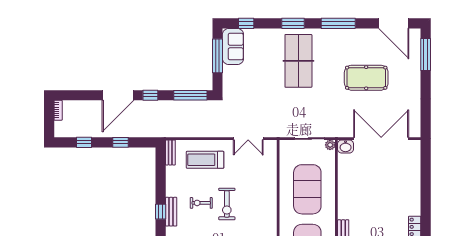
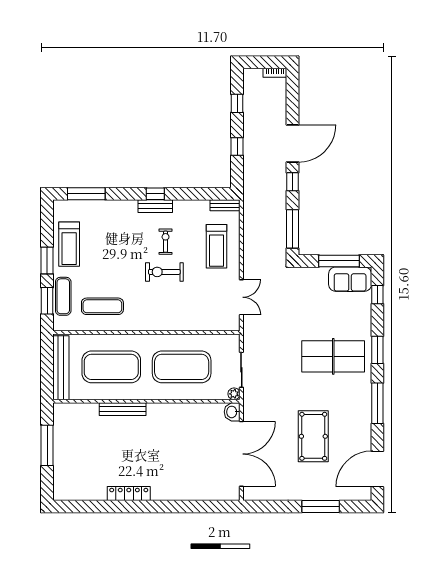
window: (426, 55) -> (321, 506), moved
door: (118, 95) -> (293, 144), swing flipped
double door: (248, 139) -> (241, 297), swing flipped
treadmill: (205, 160) -> (216, 246), turned 180

